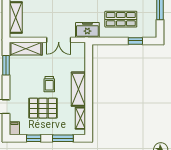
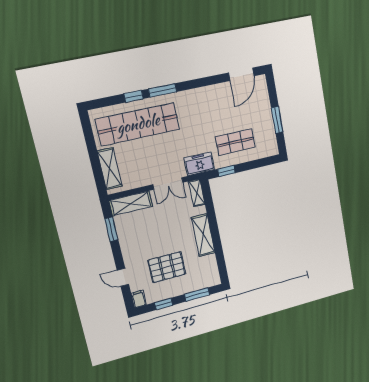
window: (135, 41) -> (226, 171), moved
trolley: (49, 84) -> (168, 238), removed
shelving: (80, 118) -> (197, 193), moved

